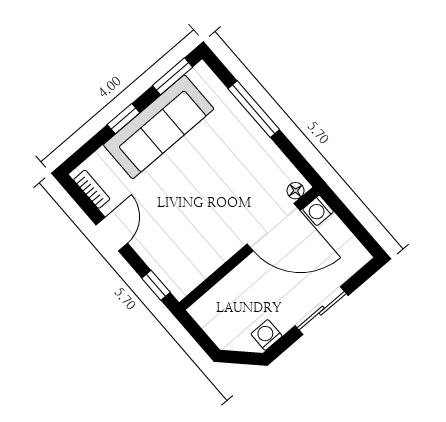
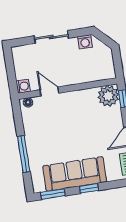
door: (274, 227) -> (49, 91), width x0.53
plant: (181, 276) -> (108, 96), added

